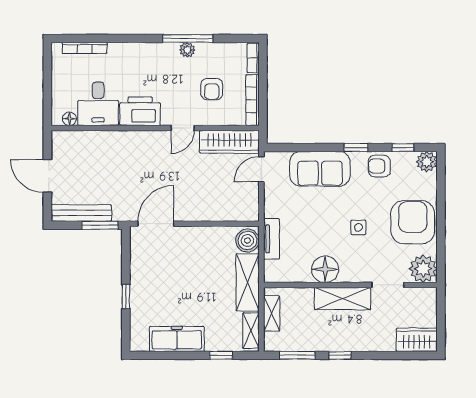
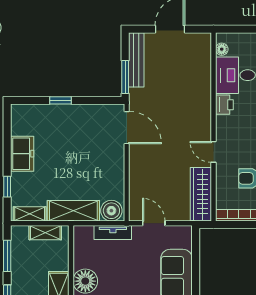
printer: (140, 111) -> (224, 105), width x0.53, depth x0.68
door: (261, 169) -> (154, 223), moved
freezer: (177, 339) -> (22, 154), width x0.71

